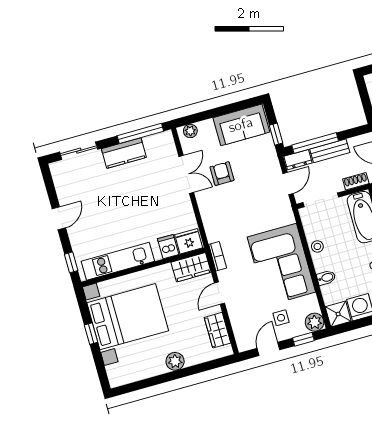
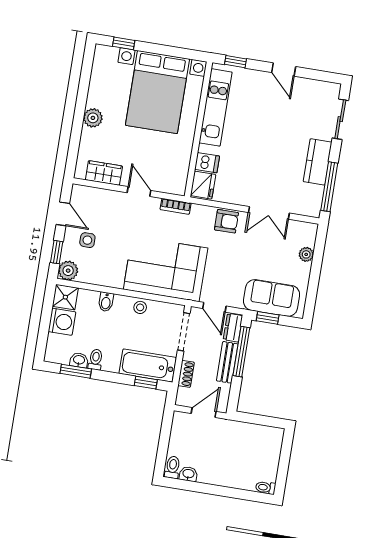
sofa: (241, 125) -> (272, 298), moved, turned 90
plant: (190, 131) -> (306, 254), moved
armchair: (222, 174) -> (226, 221), moved
corner sofa: (281, 265) -> (166, 269), moved
wardrobe: (191, 267) -> (177, 176), removed
window: (91, 334) -> (124, 43), moved

